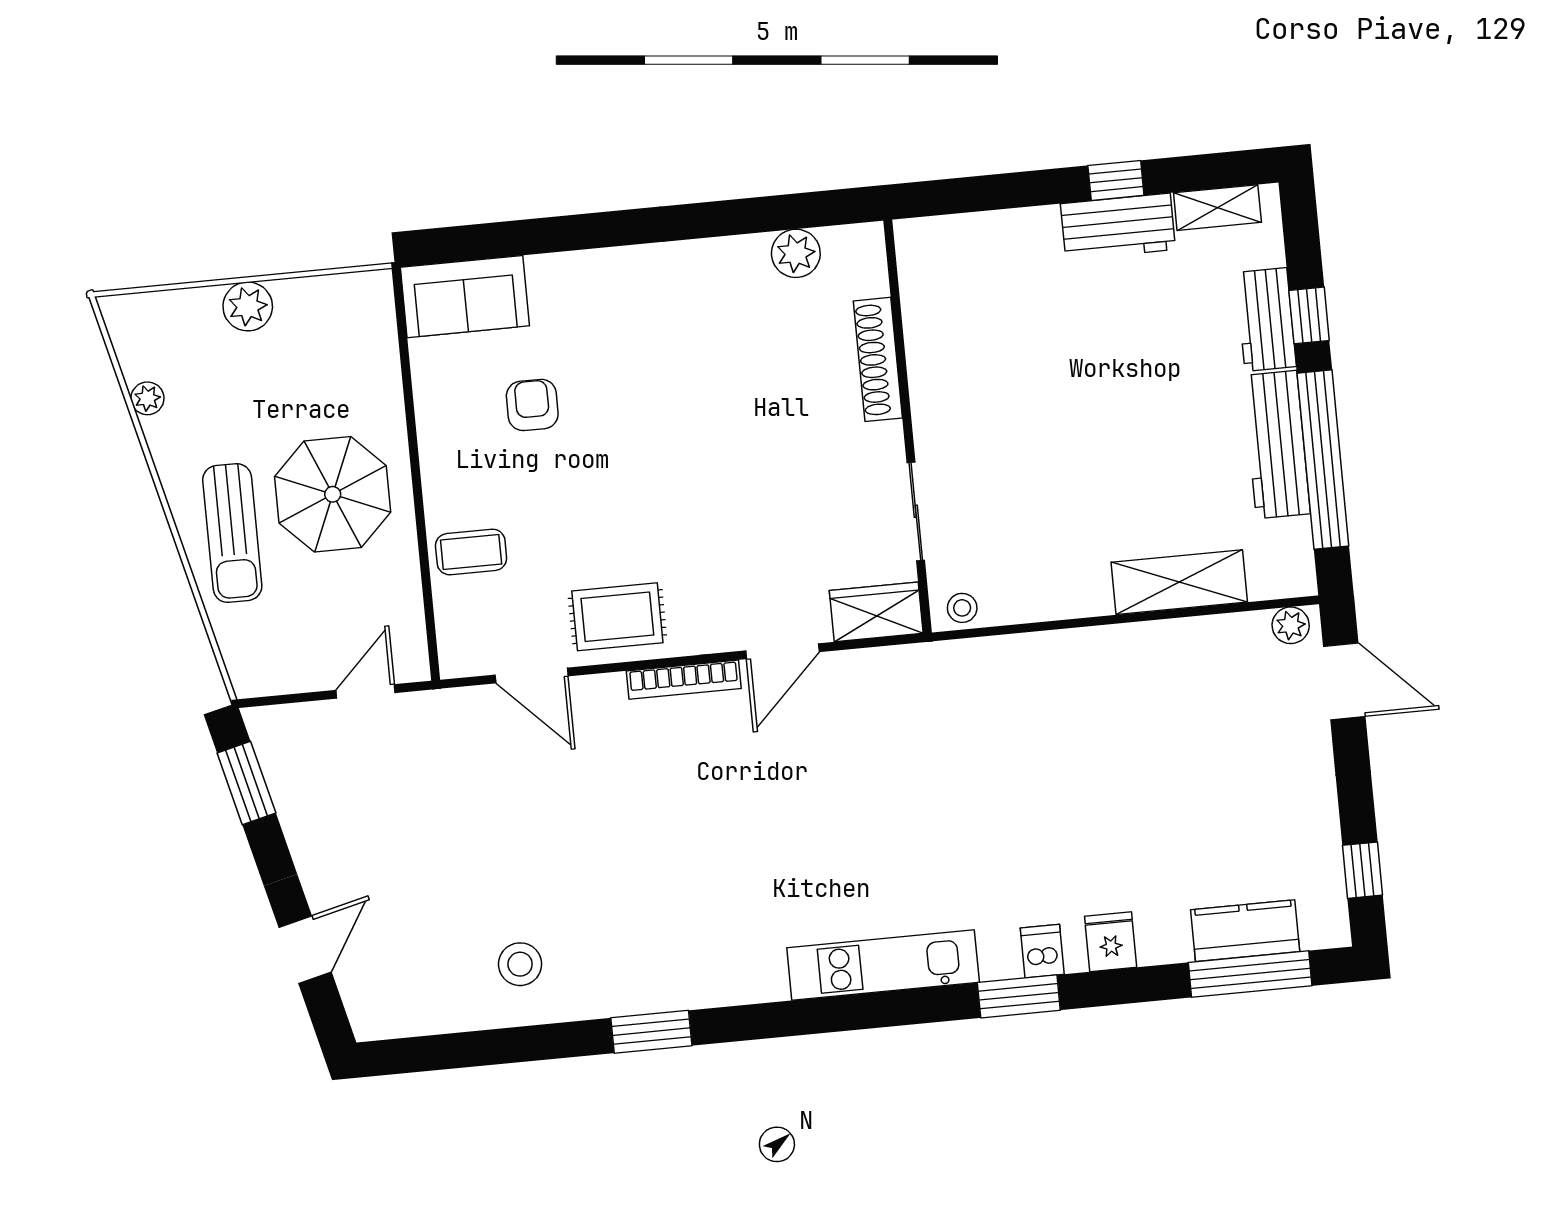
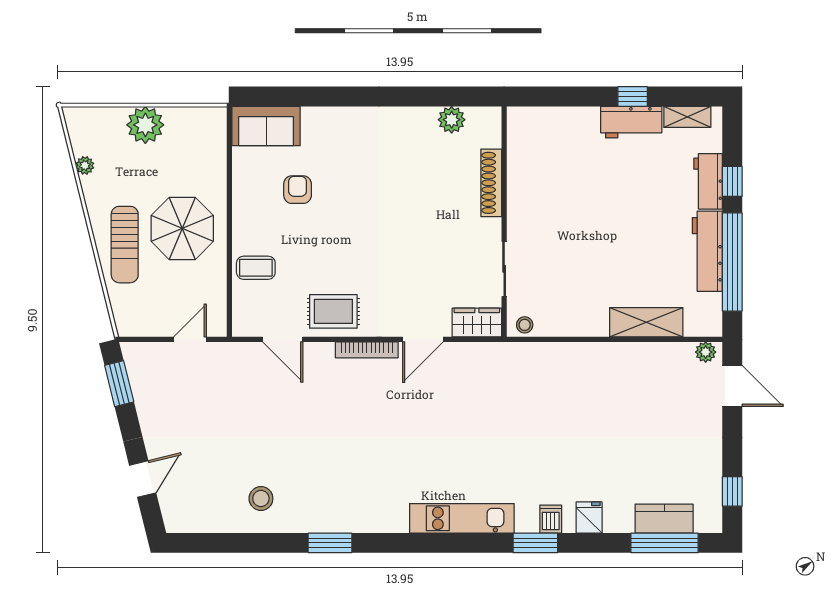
plant: (248, 306) -> (145, 125), width x1.36, depth x1.36

